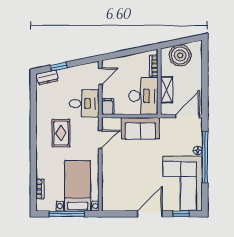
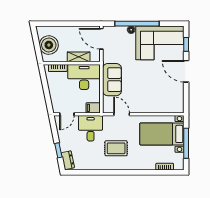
door: (100, 76) -> (67, 114), swing flipped

